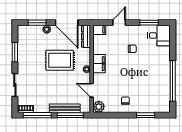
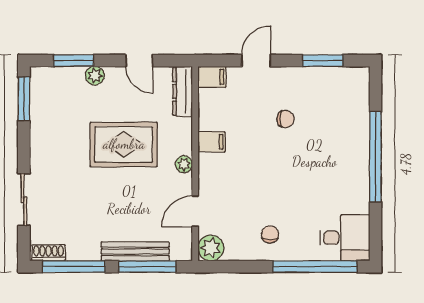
door: (67, 23) -> (139, 61), width x0.53
desk: (159, 36) -> (345, 238), moved
window: (15, 52) -> (24, 99), moved
filing cabinet: (99, 64) -> (211, 142), width x0.50
window: (173, 81) -> (376, 157), moved
door: (92, 90) -> (195, 211), hinge flipped
window: (145, 115) -> (315, 267), width x2.11

